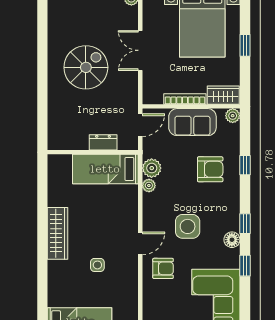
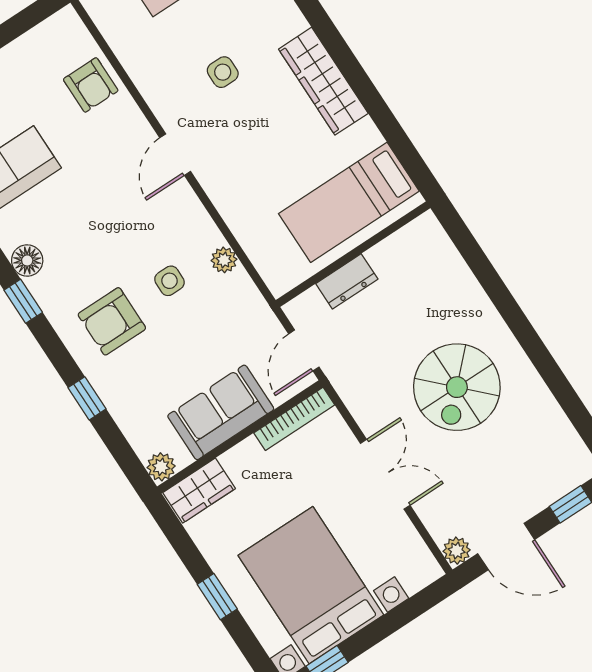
bookcase: (185, 99) -> (294, 419), moved
plant: (152, 168) -> (238, 292), removed
bed: (105, 169) -> (349, 202), moved, turned 180
armchair: (210, 169) -> (112, 321), moved
side table: (188, 226) -> (169, 281), moved, width x0.54, depth x0.54
armchair: (163, 268) -> (91, 85), moved, turned -90

